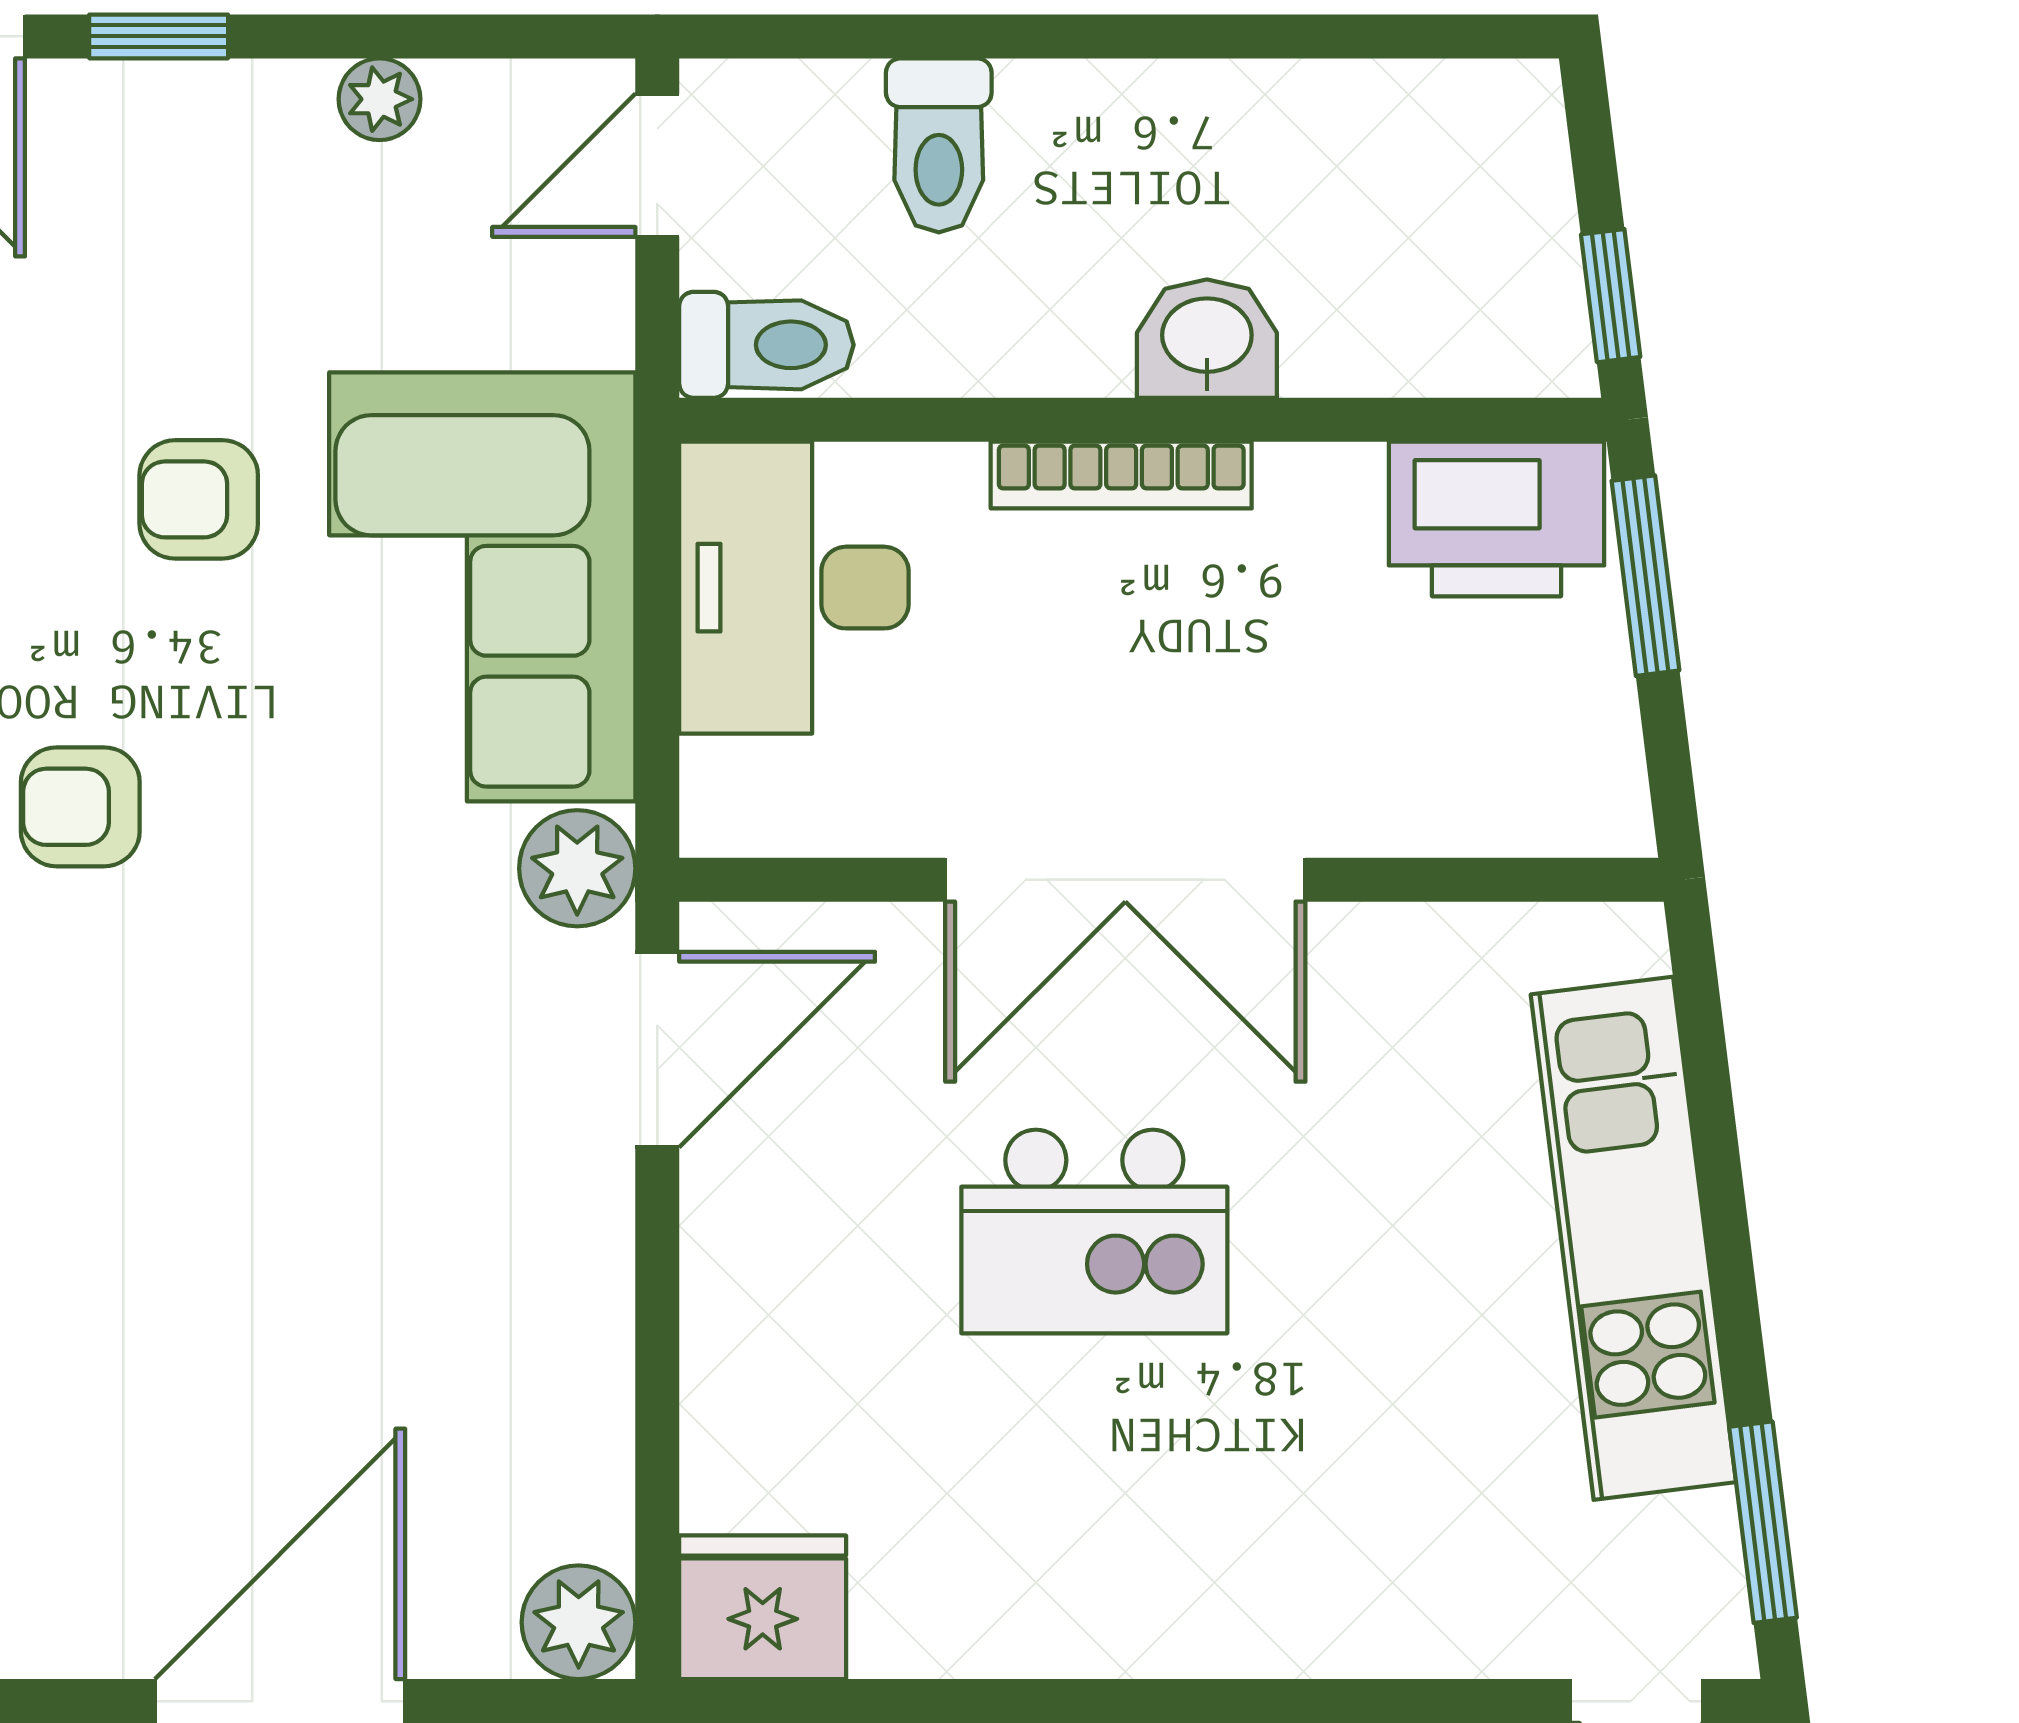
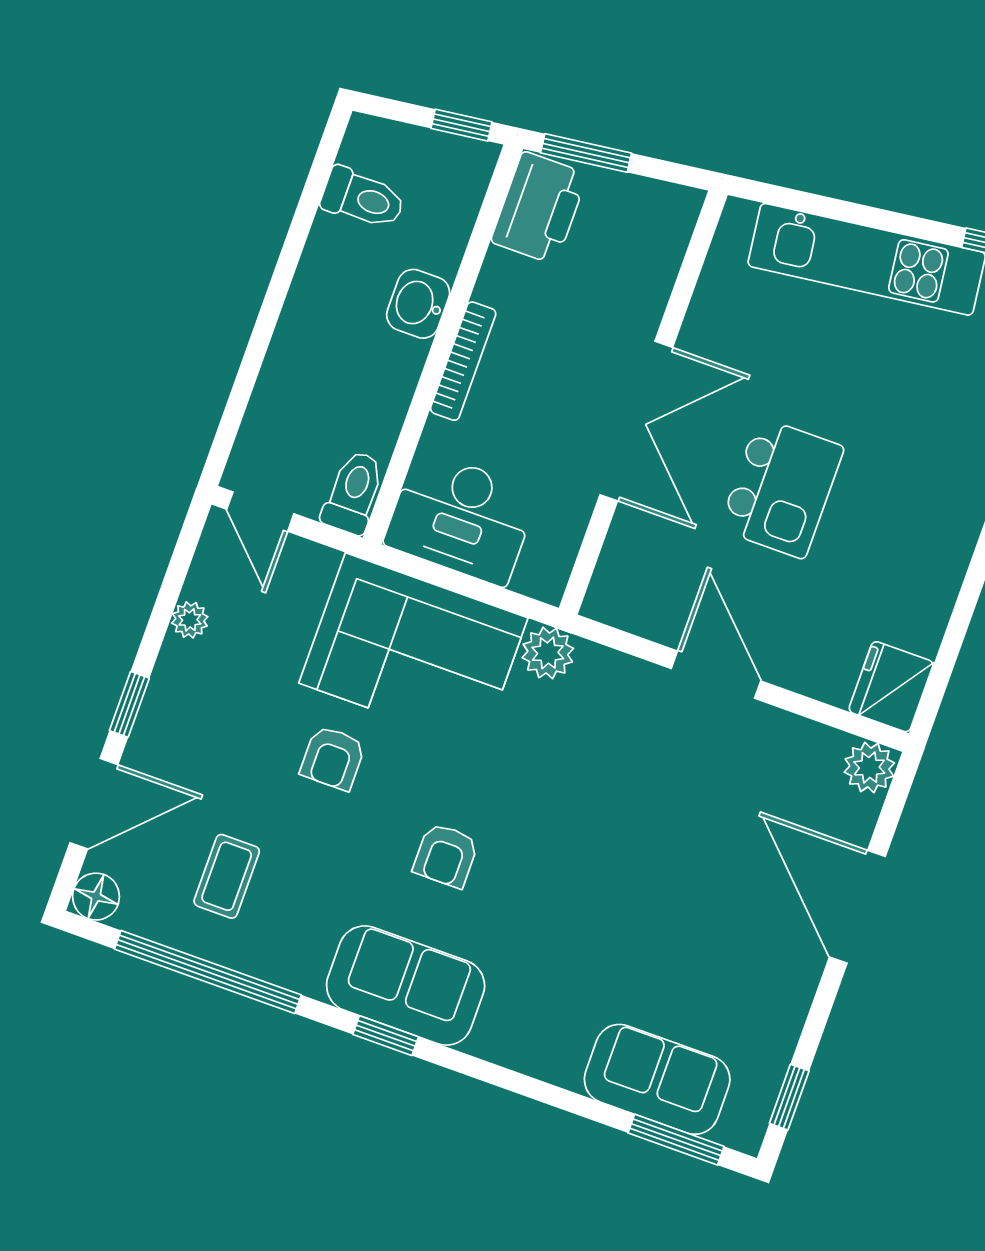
toilet: (939, 145) -> (363, 198), moved
door: (657, 1050) -> (716, 675), moved

